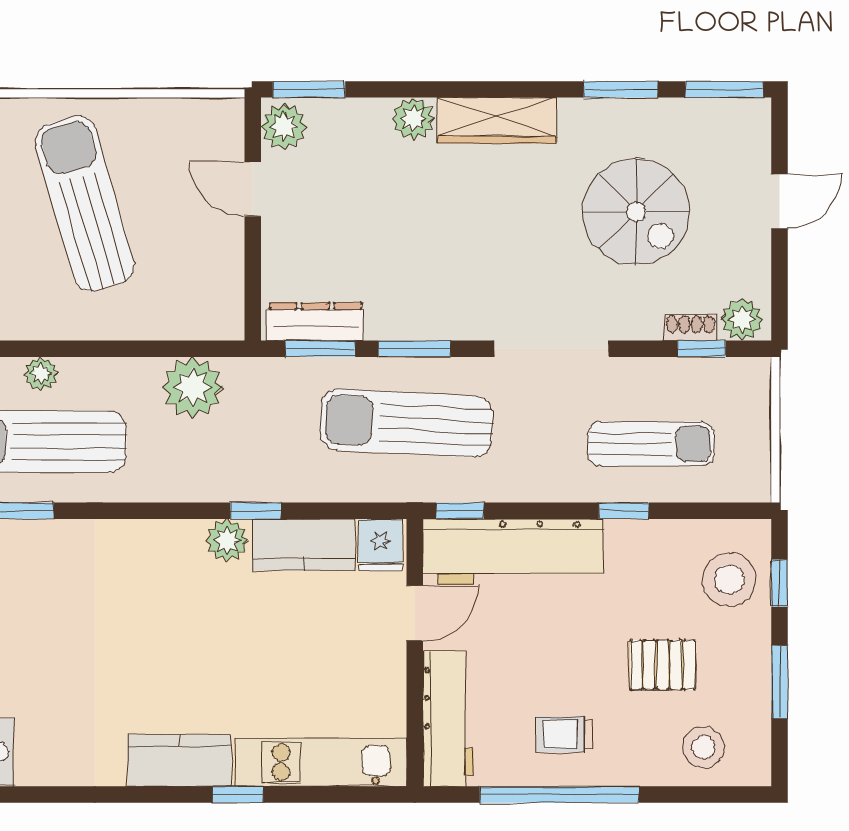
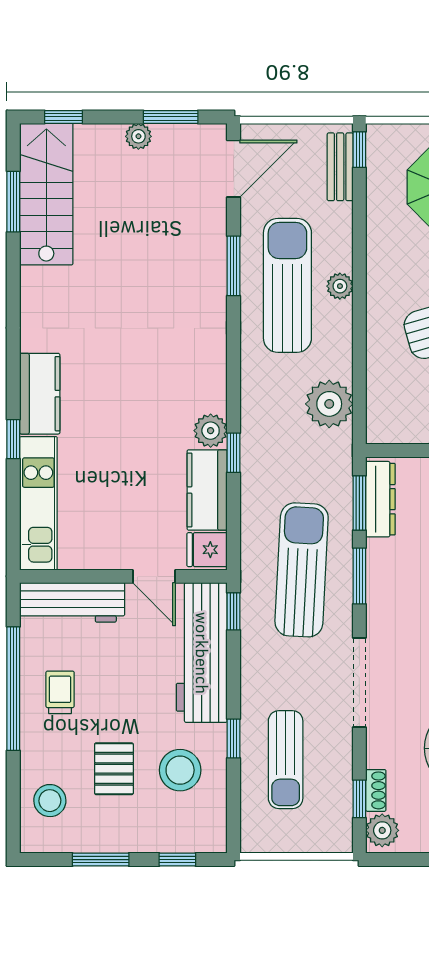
stool: (729, 580) -> (180, 770), moved

